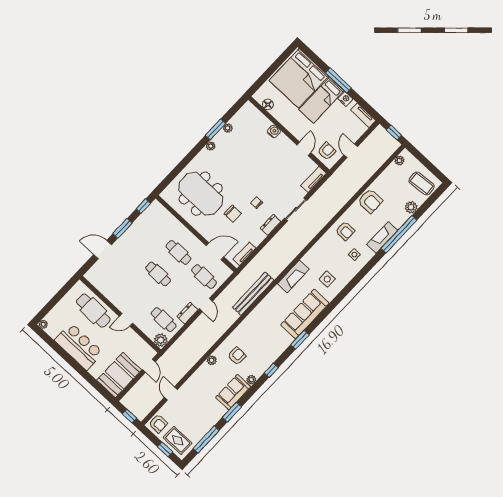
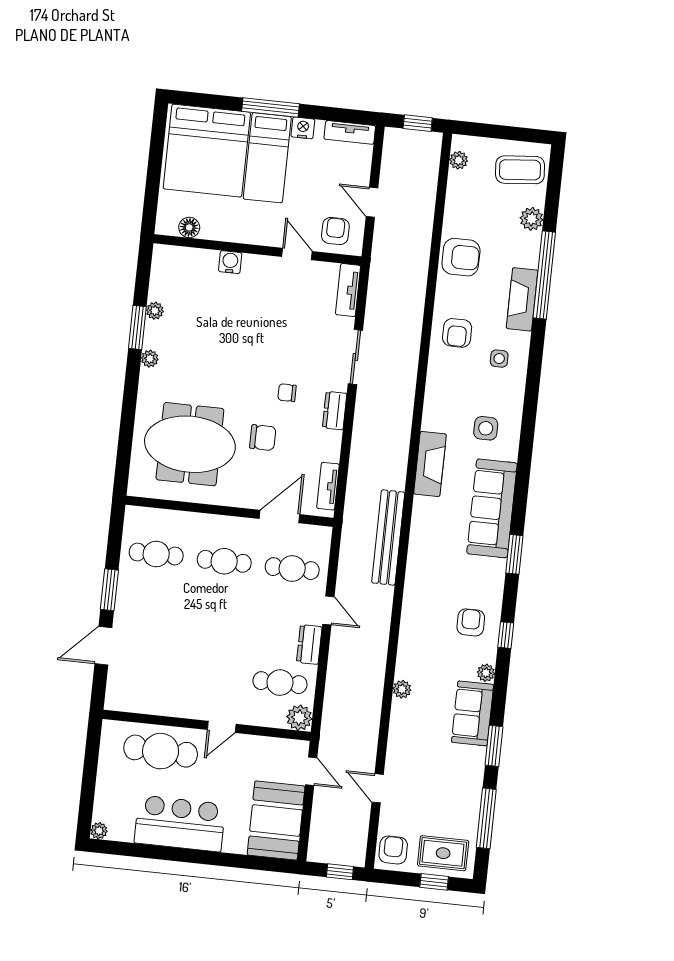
window: (143, 206) -> (116, 531), removed
armchair: (345, 231) -> (457, 333), turned 90
cafe table: (158, 274) -> (156, 554), moved
armchair: (237, 356) -> (471, 622), moved
armchair: (158, 424) -> (393, 850), turned -90

